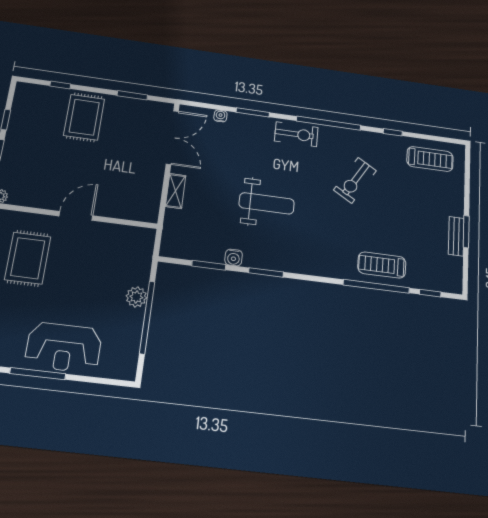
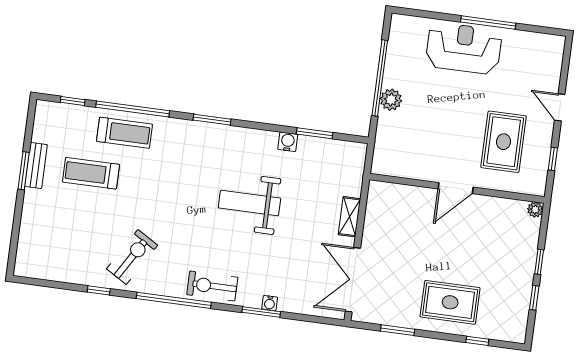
water cooler: (220, 116) -> (270, 303), moved
rug: (84, 117) -> (450, 302), turned 90
treadmill: (430, 159) -> (91, 173), moved
exercise bike: (355, 180) -> (132, 257), moved
window: (266, 272) -> (212, 120), moved

